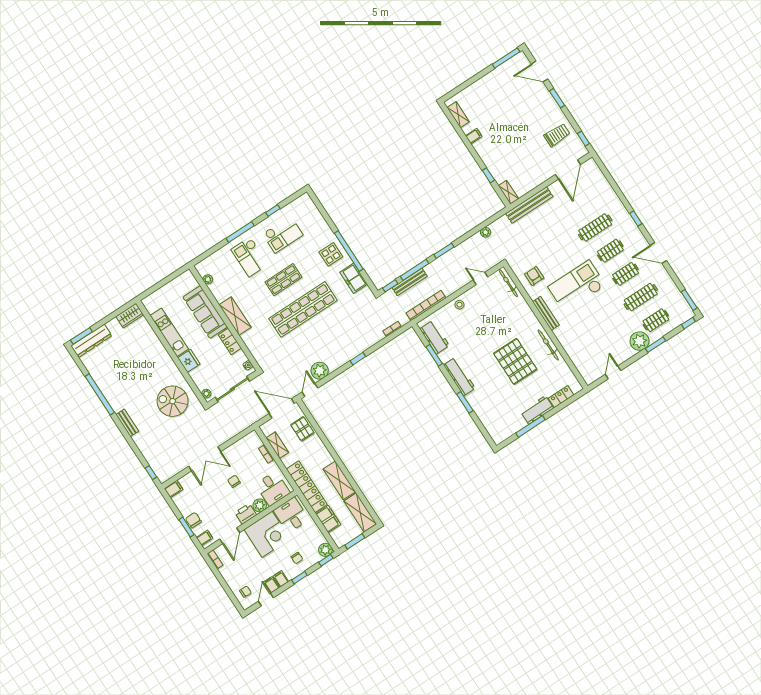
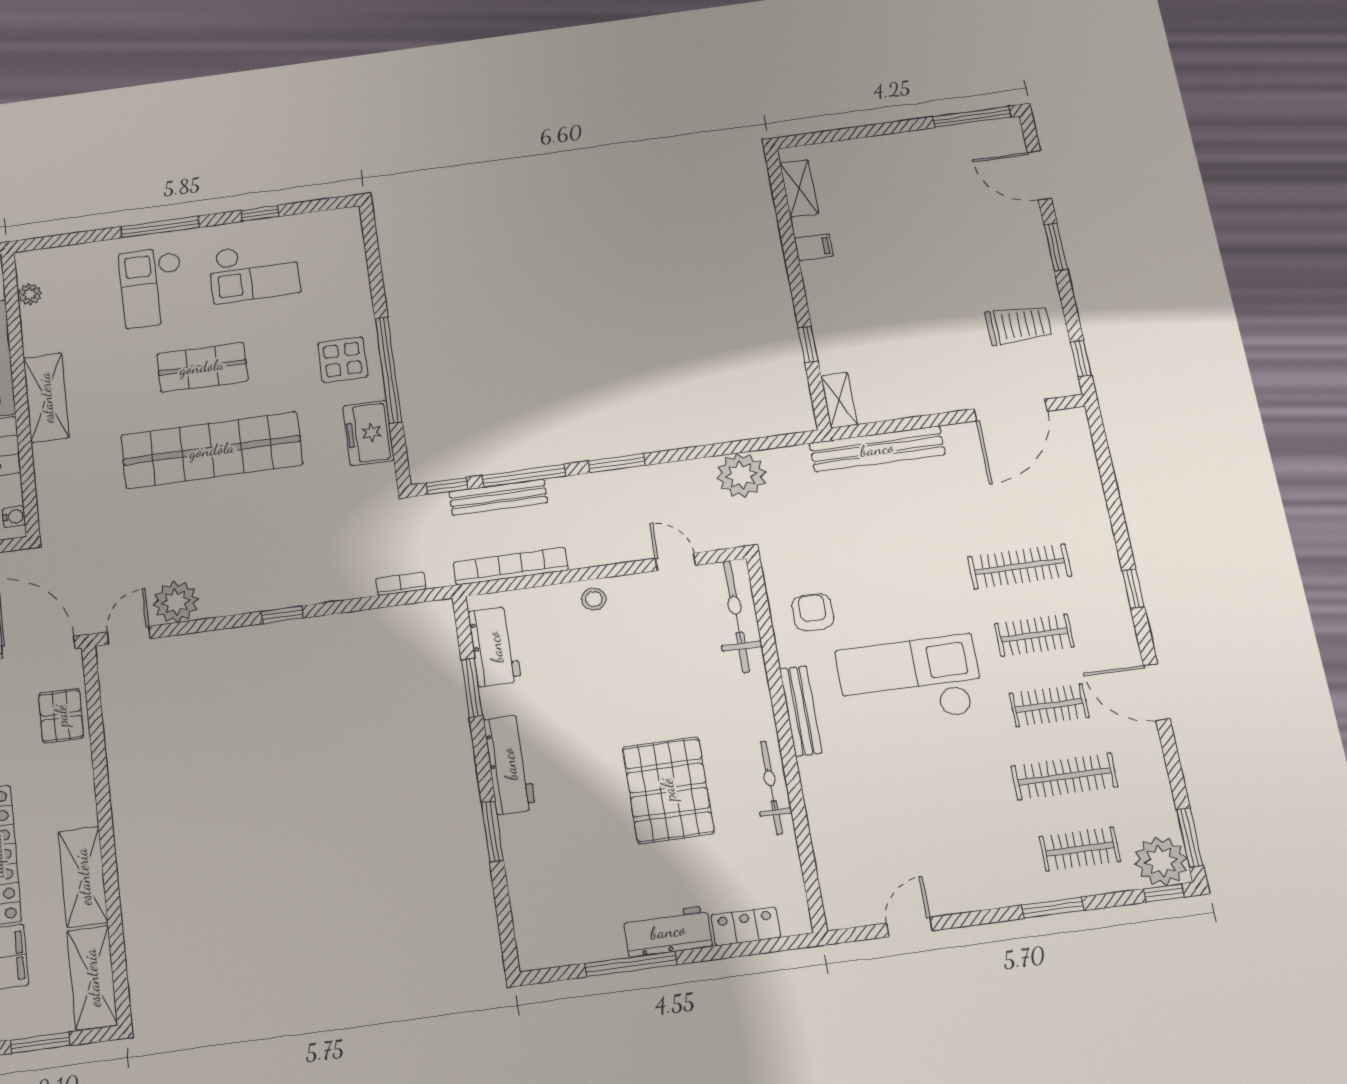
plant: (486, 232) -> (741, 475), width x1.88, depth x1.88
bicycle: (508, 283) -> (737, 616), width x1.37, depth x1.40
plant: (639, 341) -> (1161, 861), moved

